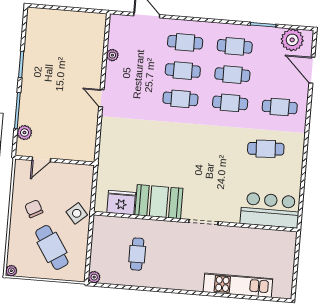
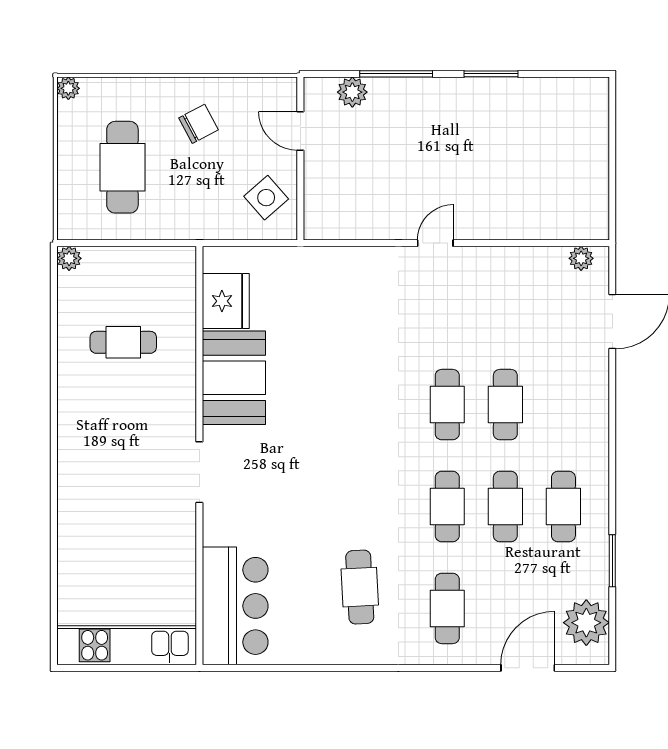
cafe table: (185, 42) -> (563, 405), removed
plant: (112, 55) -> (581, 258), moved
side table: (77, 213) -> (266, 198), moved
cafe table: (52, 247) -> (122, 167), turned -57
kitchen unit: (238, 285) -> (127, 645), moved, turned -90

